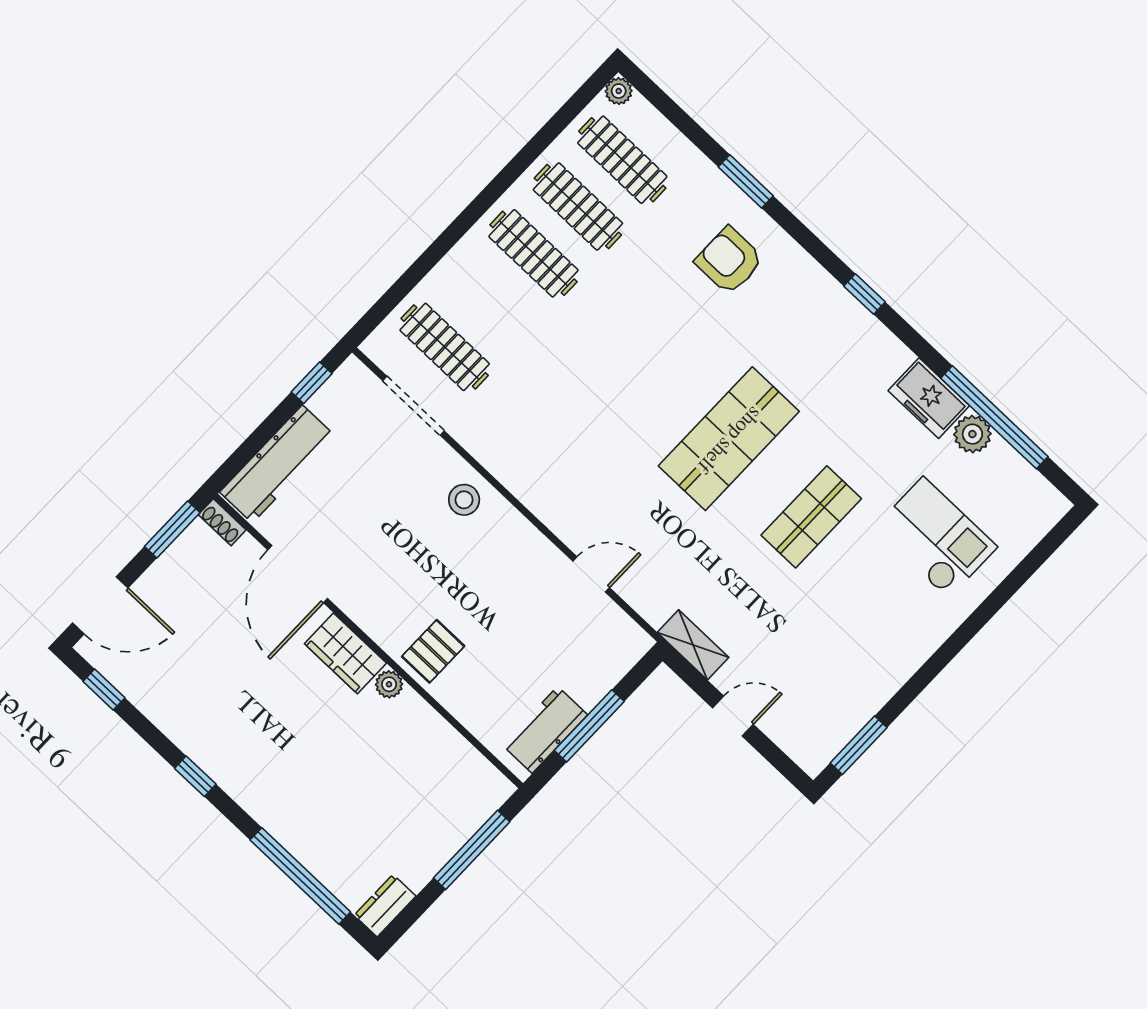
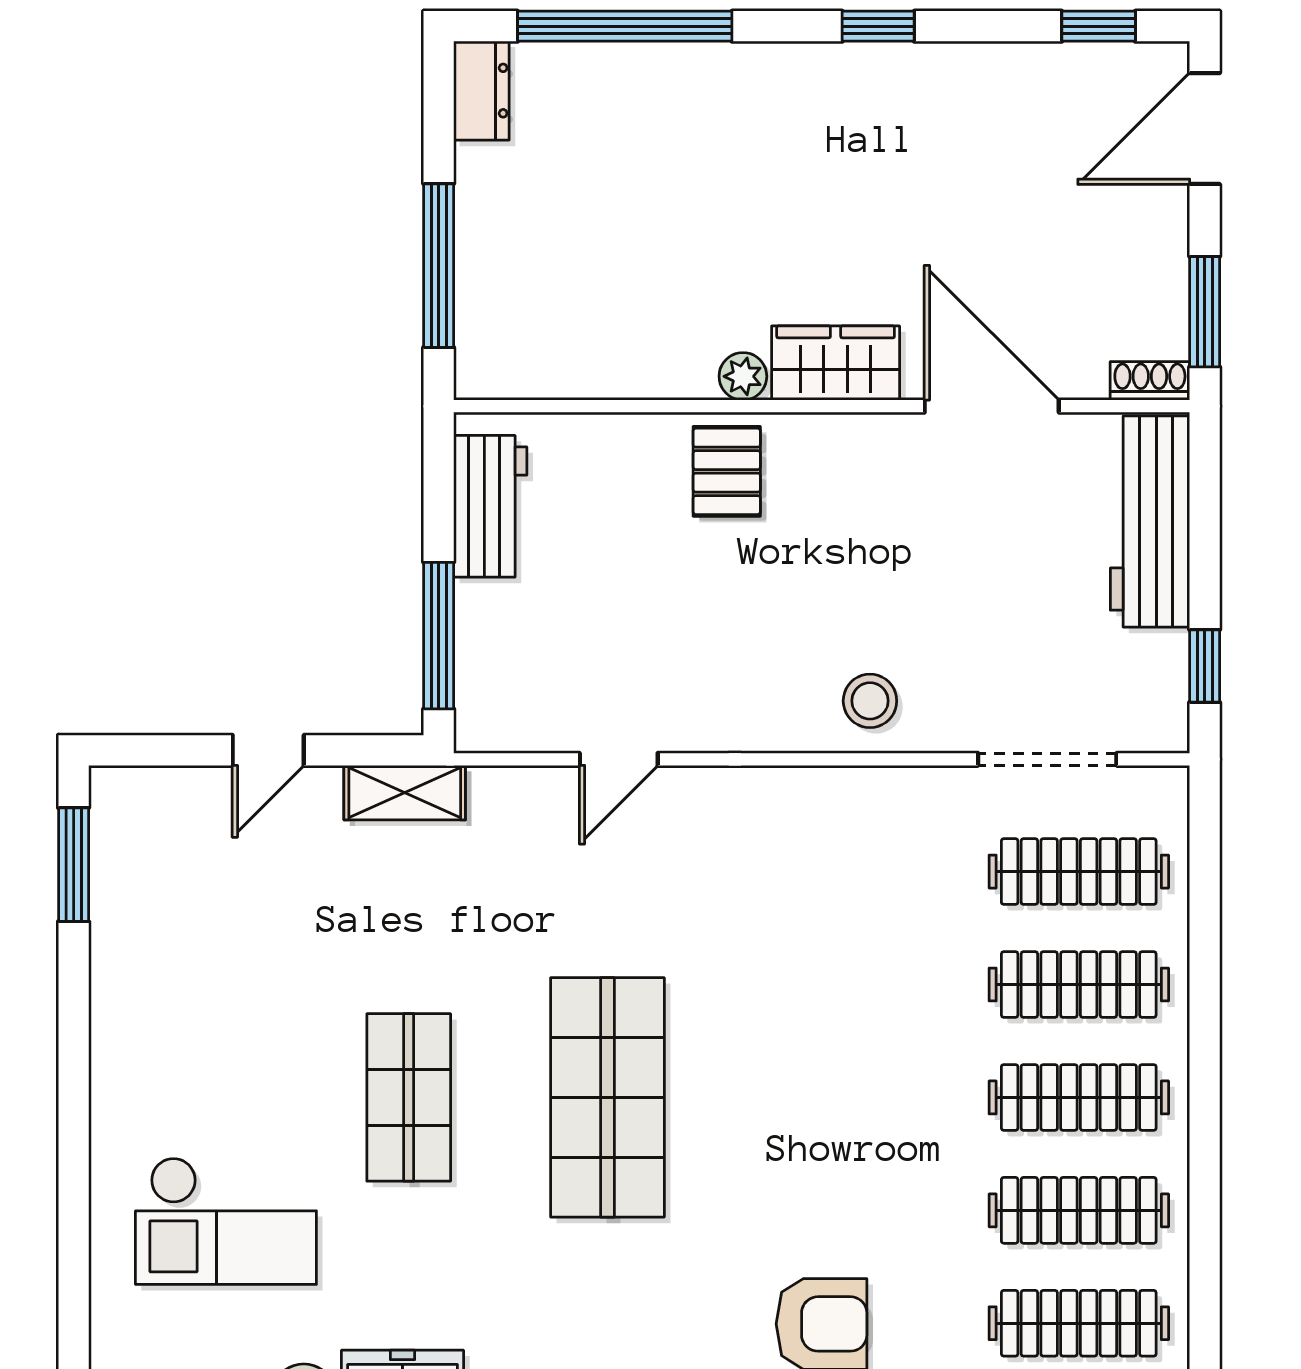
clothes rail: (489, 300) -> (1079, 984), added
window: (589, 726) -> (439, 636), moved

